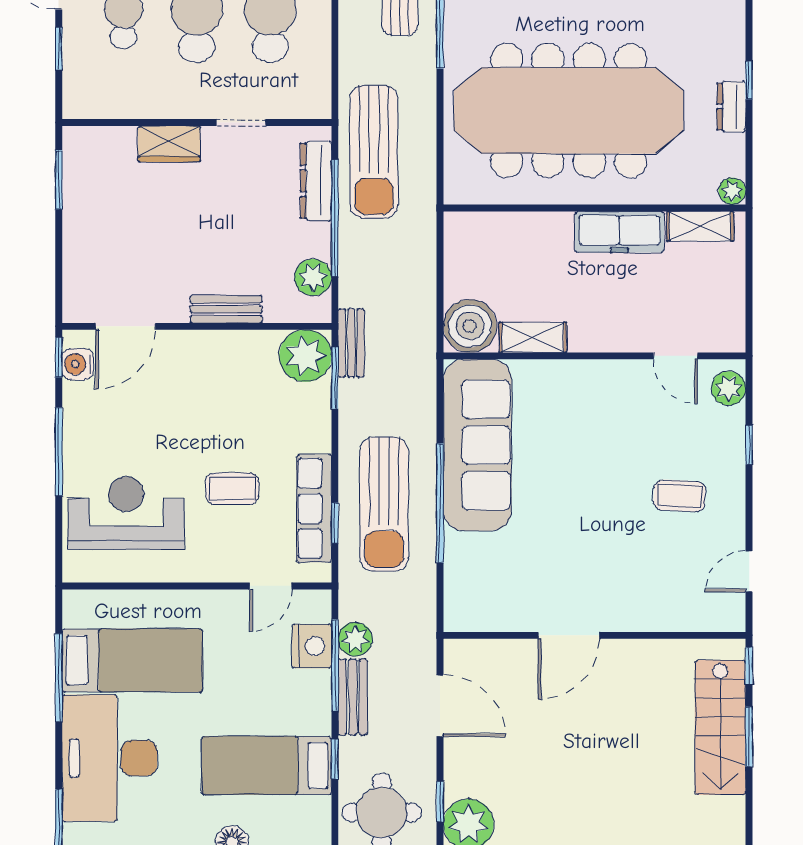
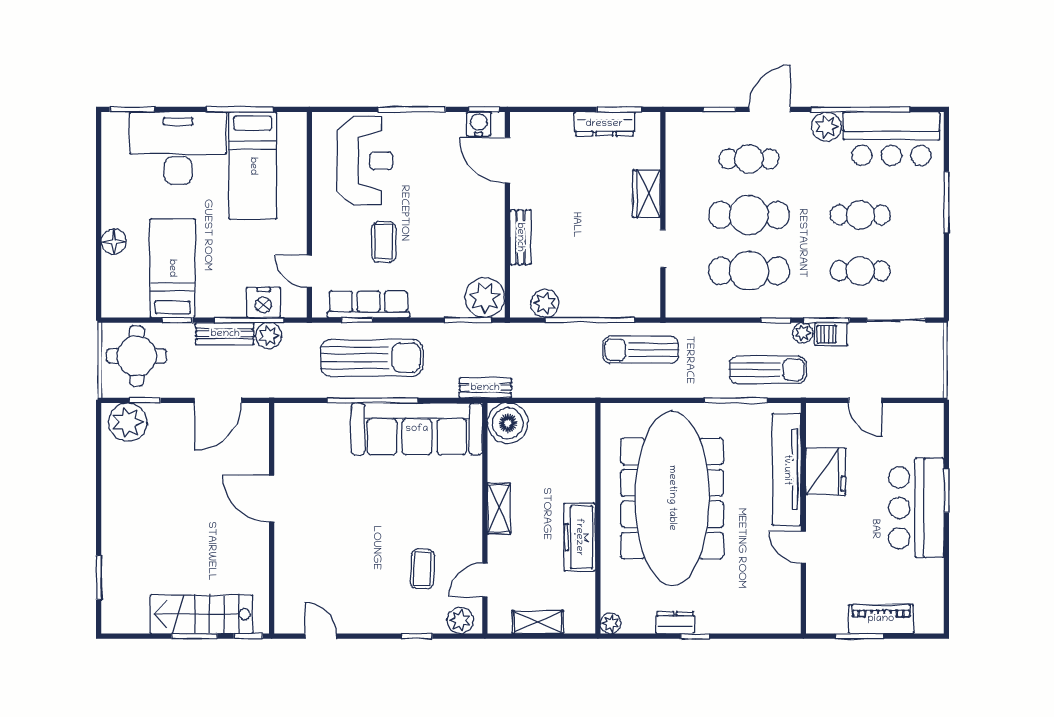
sun lounger: (374, 152) -> (641, 350), width x0.73, depth x0.75
dresser: (316, 181) -> (604, 124), moved, turned 180
shelving: (700, 226) -> (538, 622), moved, turned 90
shelving: (533, 337) -> (499, 509), moved
bench: (351, 343) -> (485, 388), moved
coffee table: (680, 496) -> (422, 569), moved
sun lounger: (384, 504) -> (372, 358), turned 180

